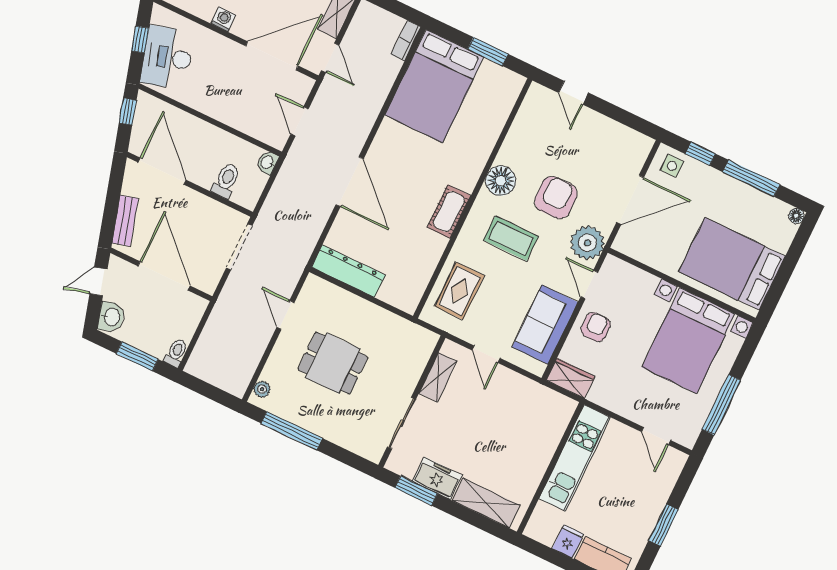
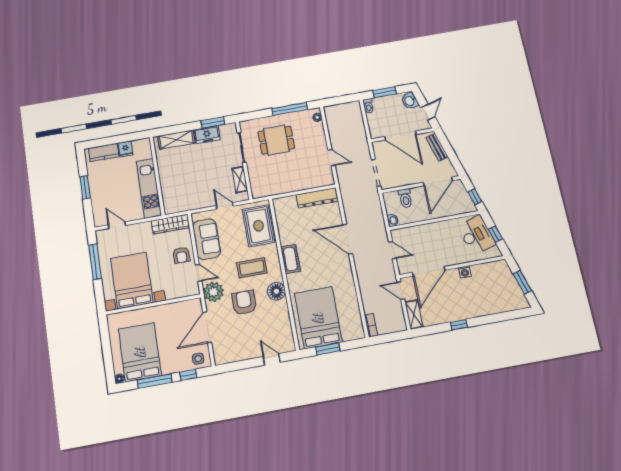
bed: (434, 86) -> (318, 318), moved
door: (162, 171) -> (438, 181), hinge flipped
armchair: (556, 197) -> (244, 302), turned 180
bed: (732, 264) -> (140, 352), moved, turned -90
rug: (459, 291) -> (259, 226), width x1.36, depth x1.43
dining table: (333, 363) -> (276, 140), moved
wardrobe: (571, 378) -> (171, 224), width x1.50

